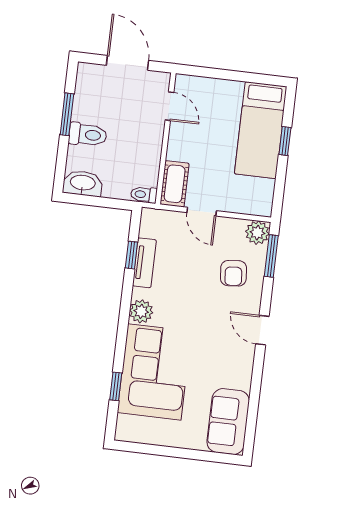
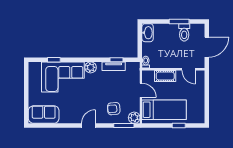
door: (169, 106) -> (189, 69), hinge flipped
bed: (261, 130) -> (164, 110), moved, turned 180
toilet: (88, 135) -> (184, 32), moved
cot: (175, 184) -> (165, 76), moved
door: (202, 212) -> (141, 90), swing flipped

